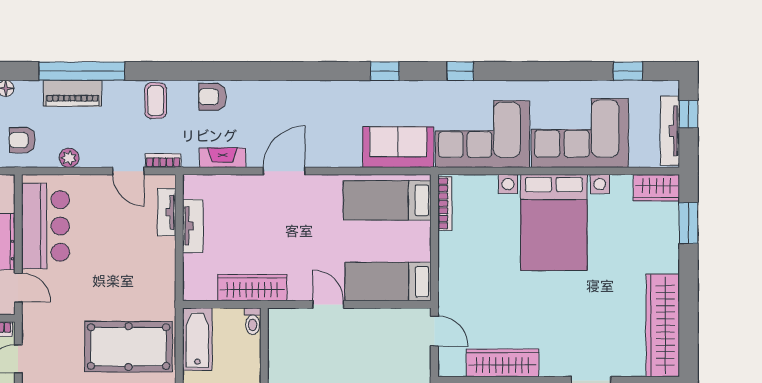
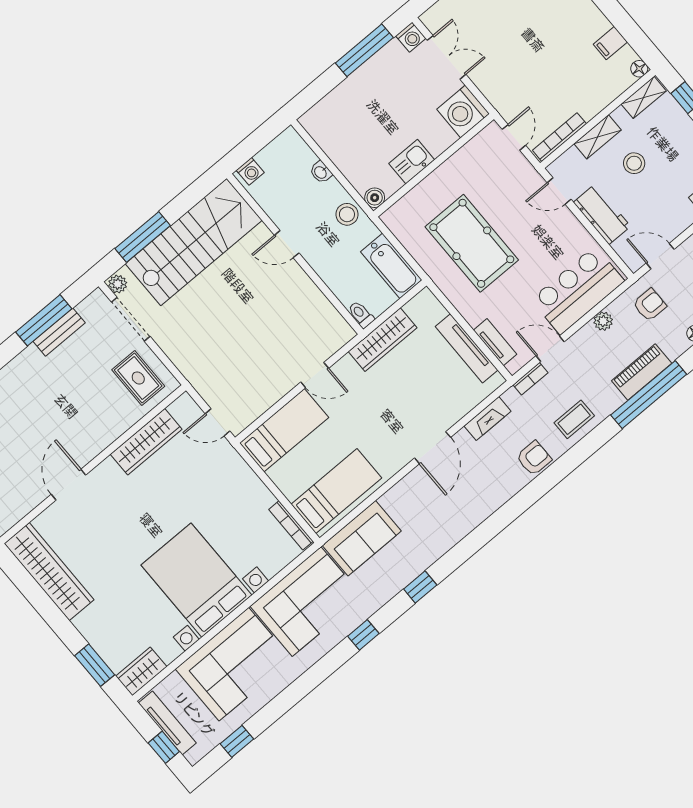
coffee table: (156, 101) -> (574, 419), turned 90
bar counter: (46, 226) -> (578, 290), moved, turned 90
tv unit: (193, 226) -> (467, 348), width x1.41
pool table: (129, 347) -> (472, 243), moved, turned 90

